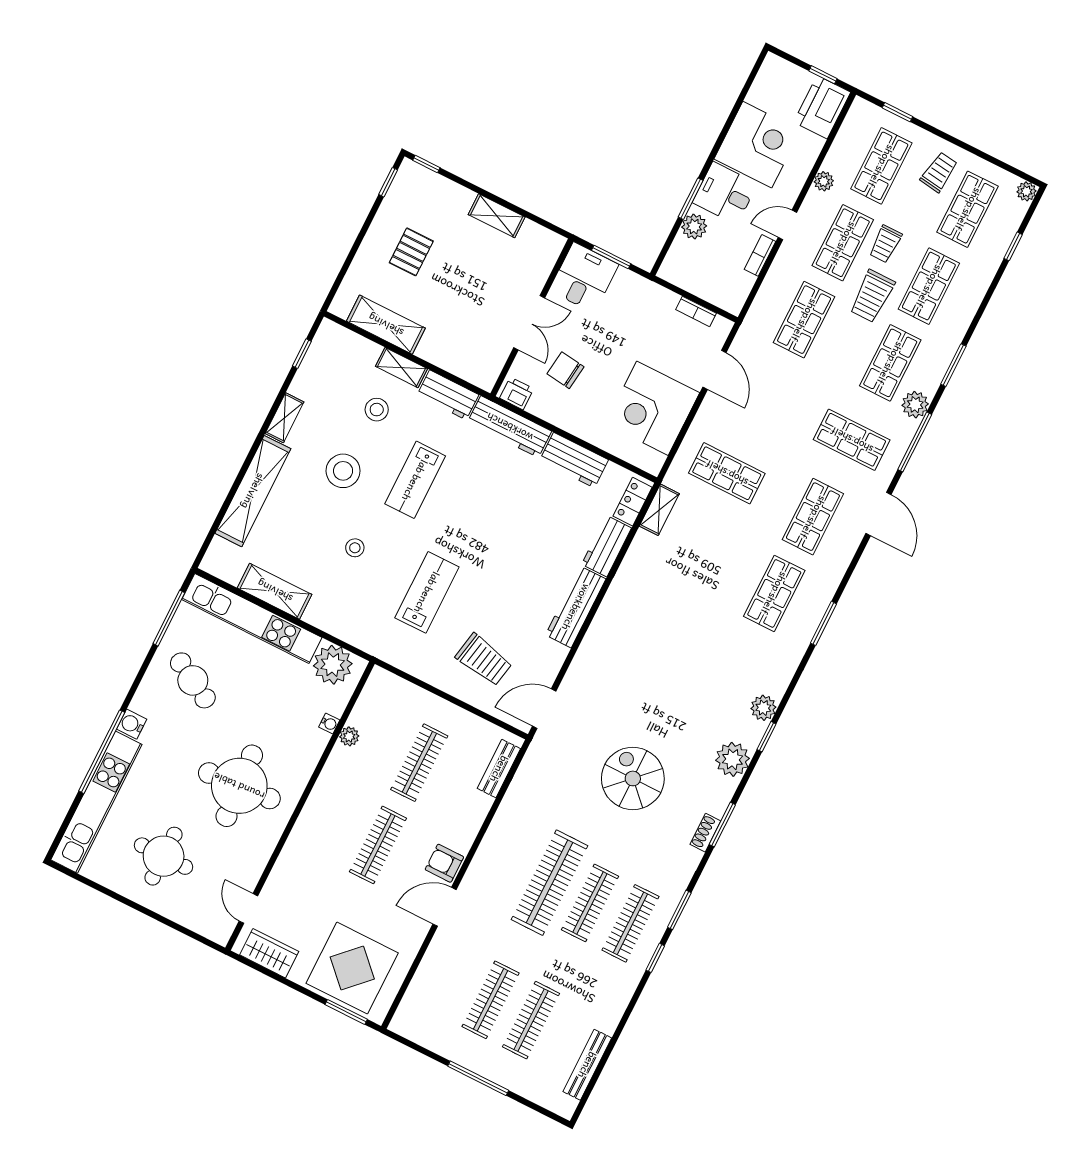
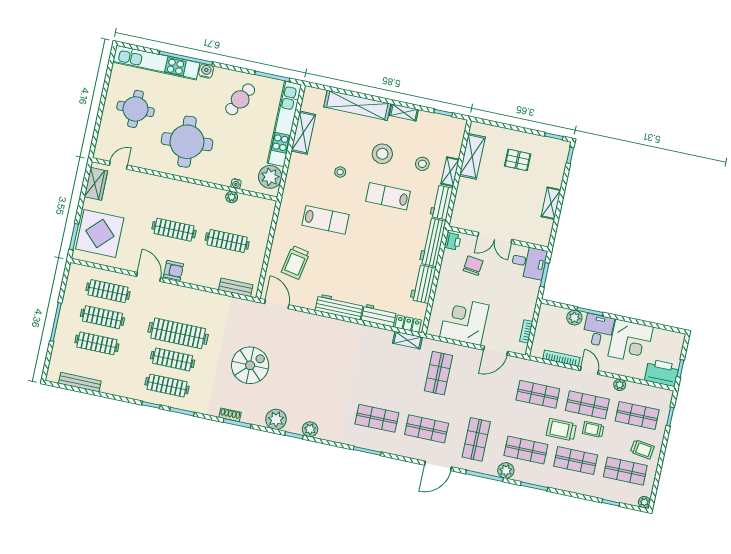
bookcase: (760, 255) -> (561, 358), width x1.56
armchair: (444, 863) -> (173, 270), turned 90
clothes rail: (450, 979) -> (108, 291), added

